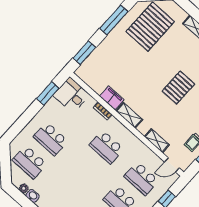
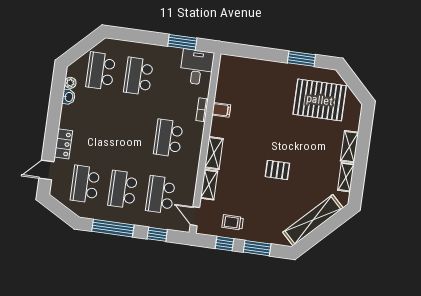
window: (114, 20) -> (301, 59), width x0.69
window: (84, 53) -> (248, 51), removed
pallet: (178, 88) -> (277, 170), width x0.67, depth x0.71
filing cabinet: (112, 98) -> (221, 110), width x0.50
shelving: (129, 115) -> (214, 153), moved

